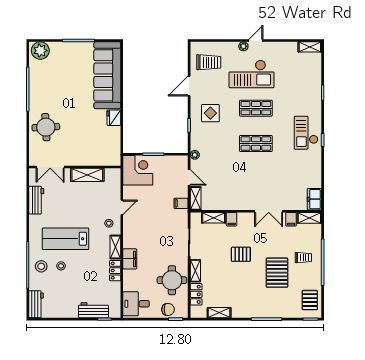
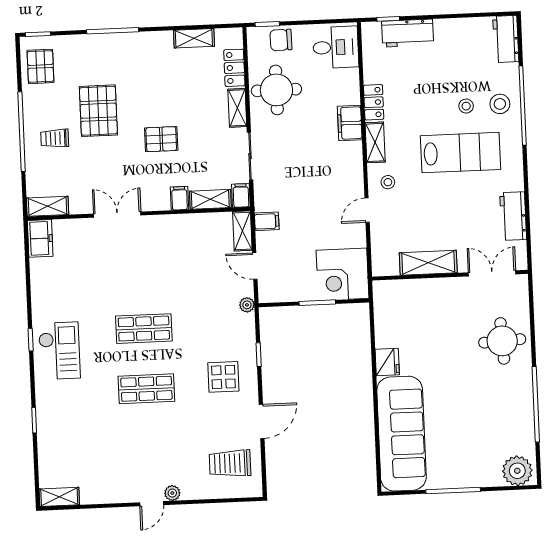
checkout: (252, 74) -> (156, 447), removed
filing cabinet: (291, 219) -> (241, 195), moved

